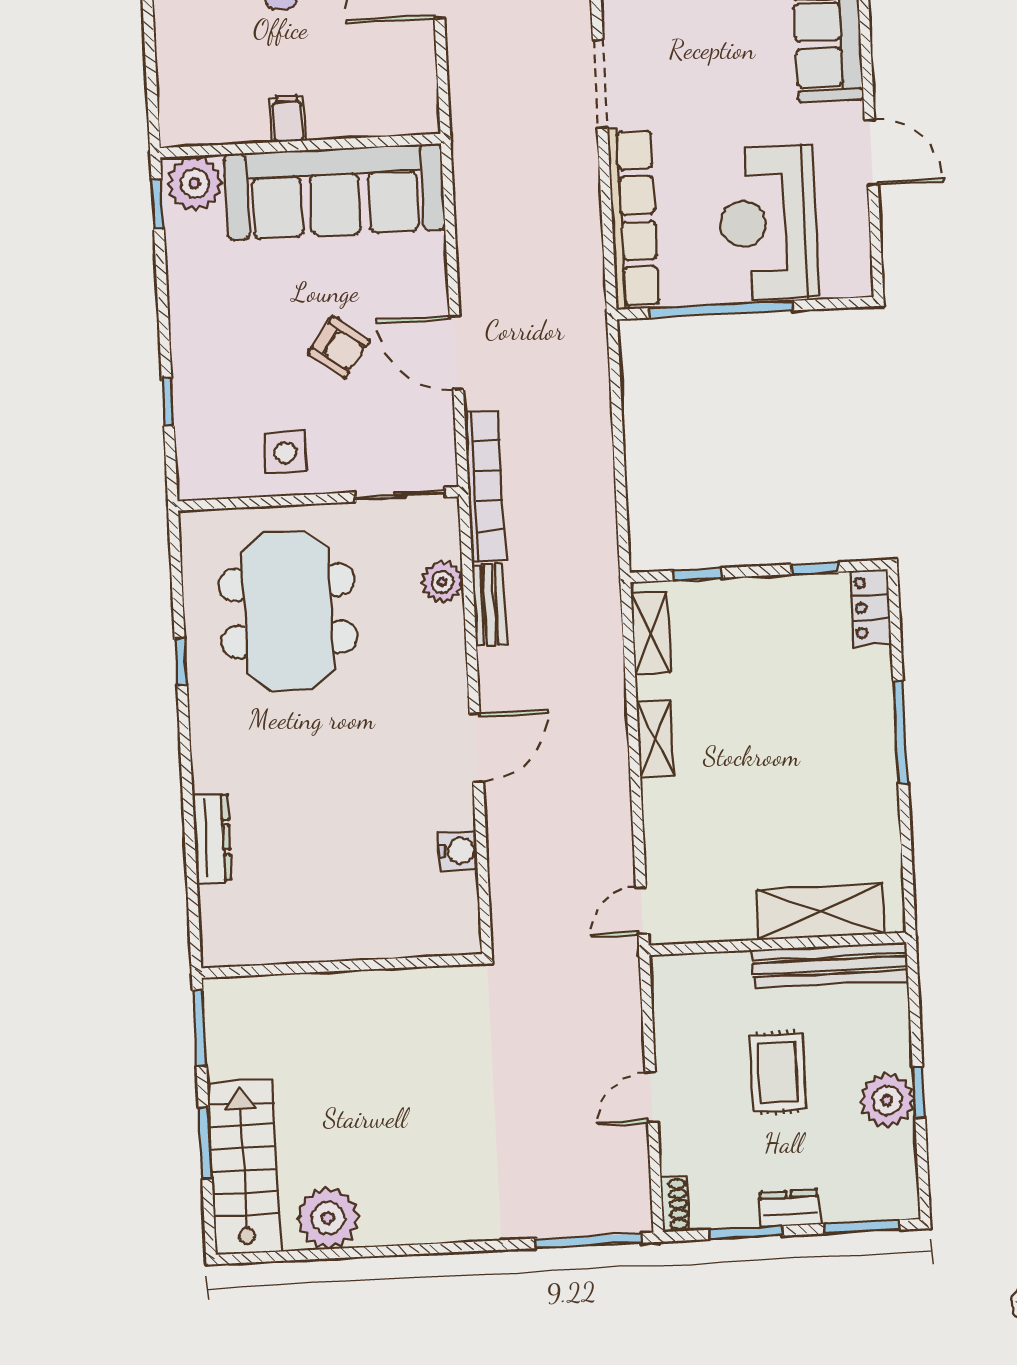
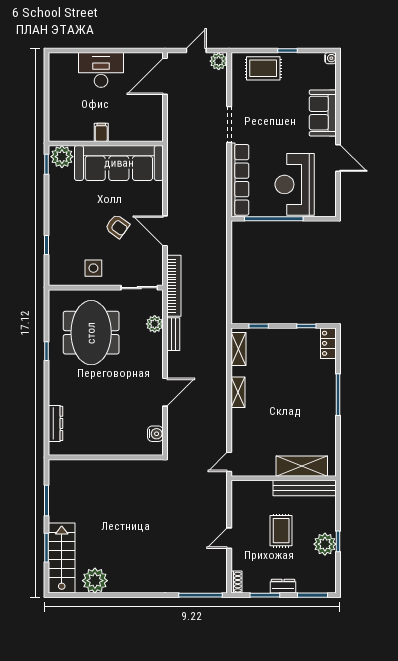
wall: (342, 966) -> (106, 457), moved

